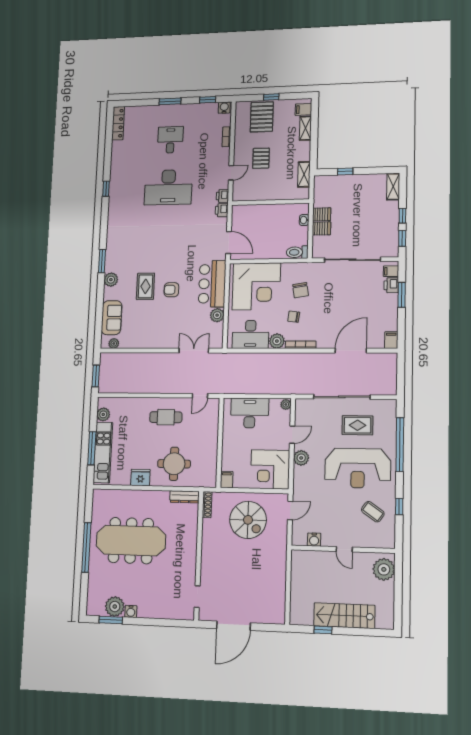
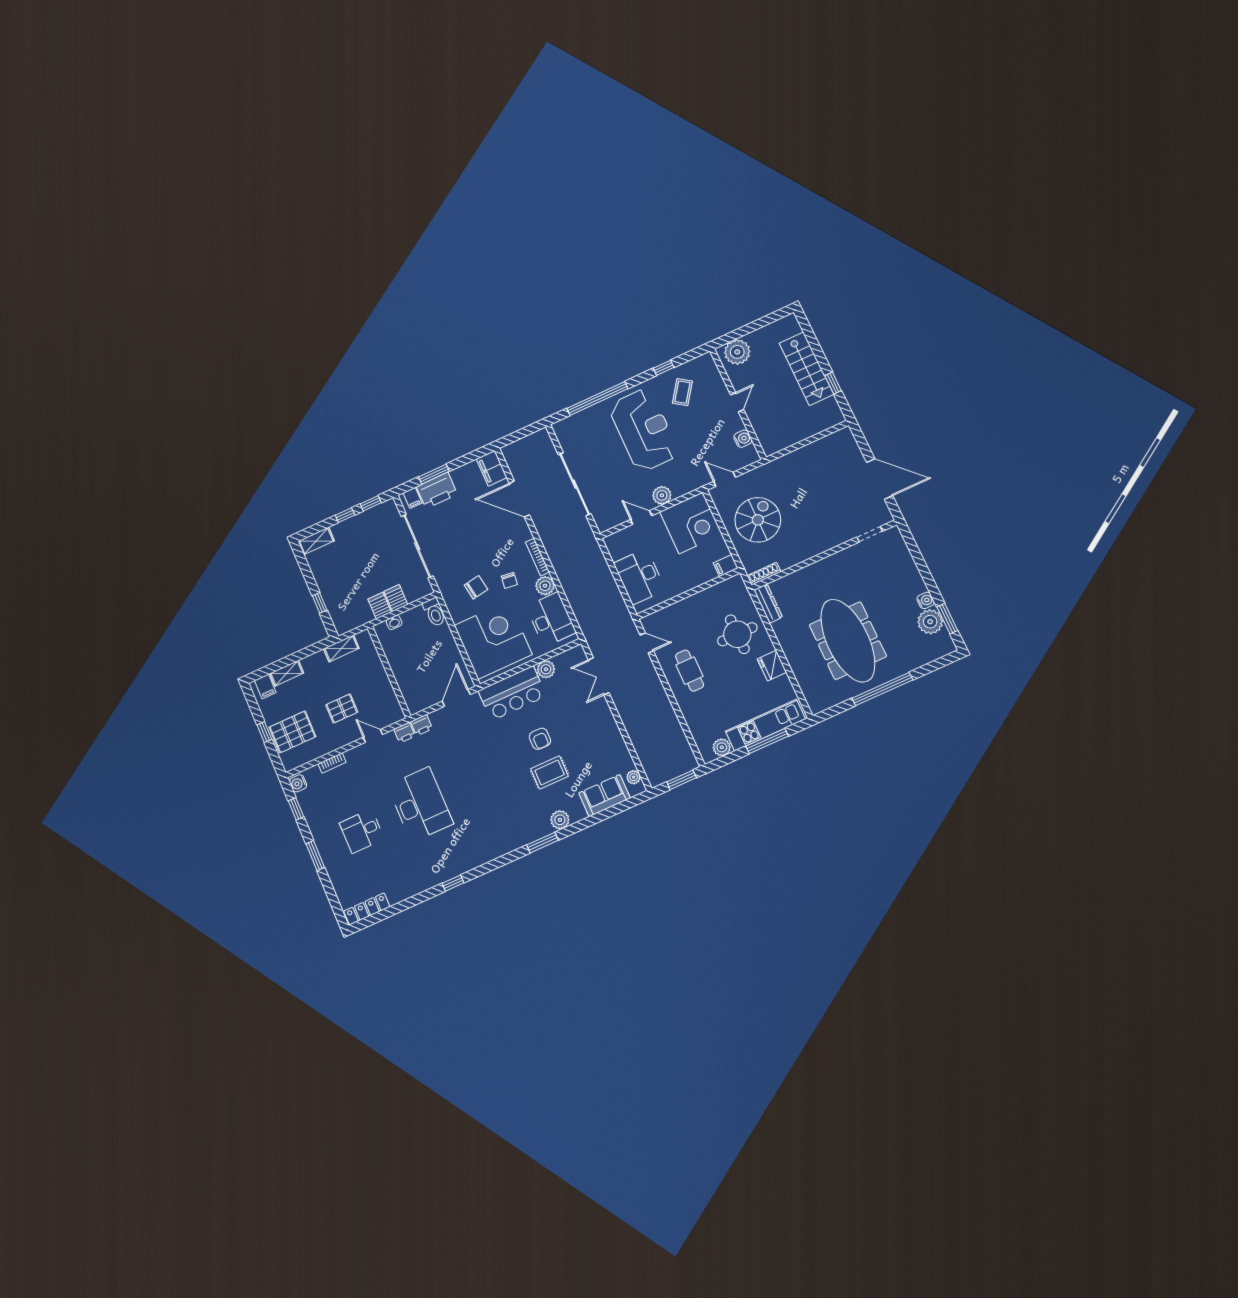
printer: (391, 285) -> (437, 490), width x1.87, depth x1.48
filing cabinet: (391, 340) -> (492, 468), width x2.00
plant: (286, 404) -> (611, 541), removed
rug: (357, 425) -> (598, 452), removed

